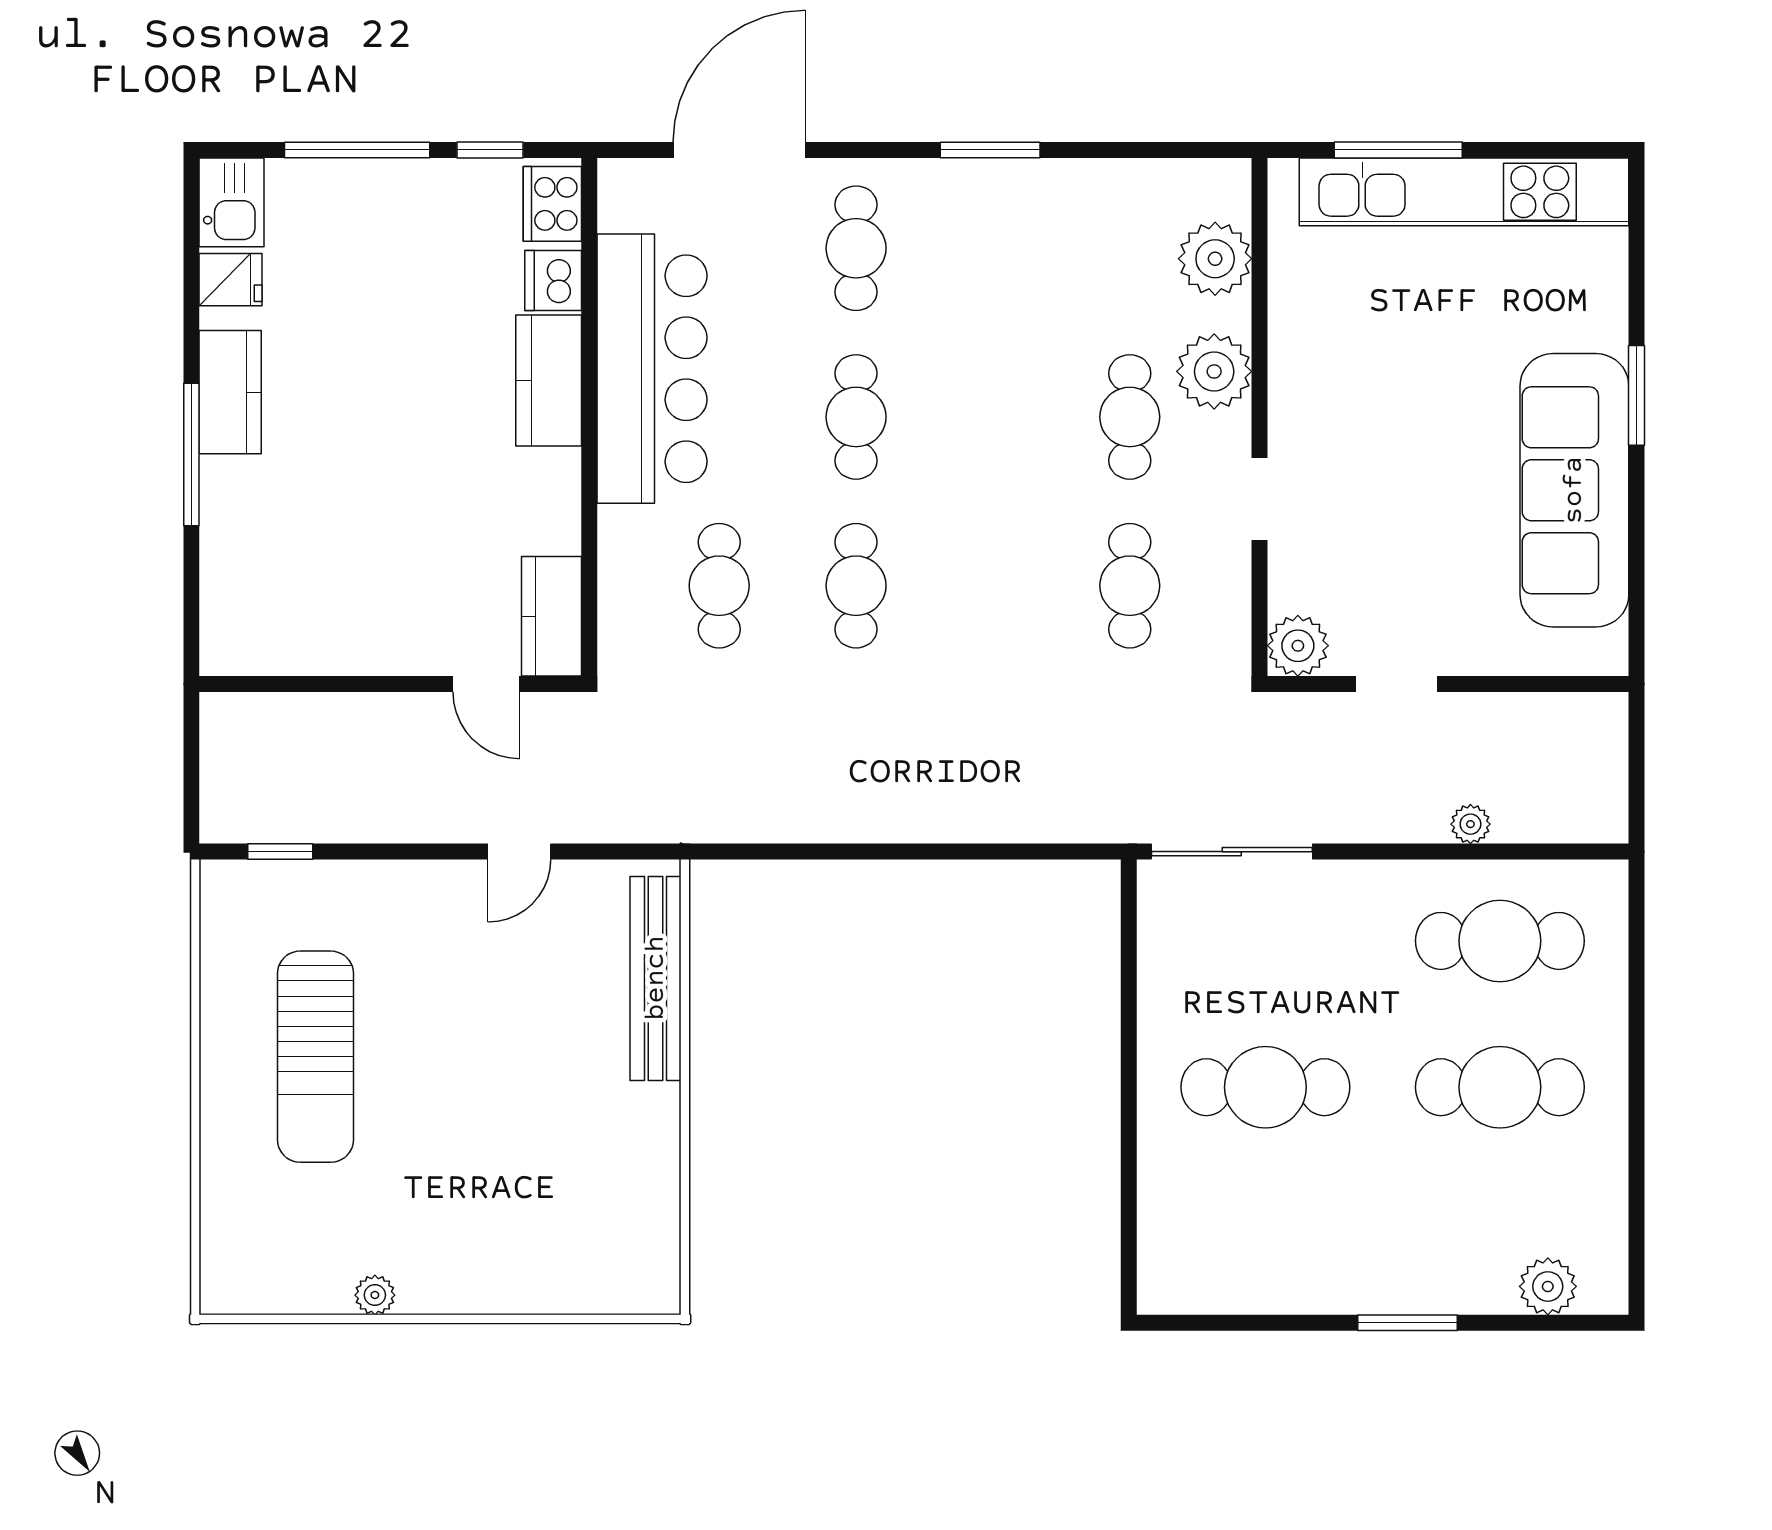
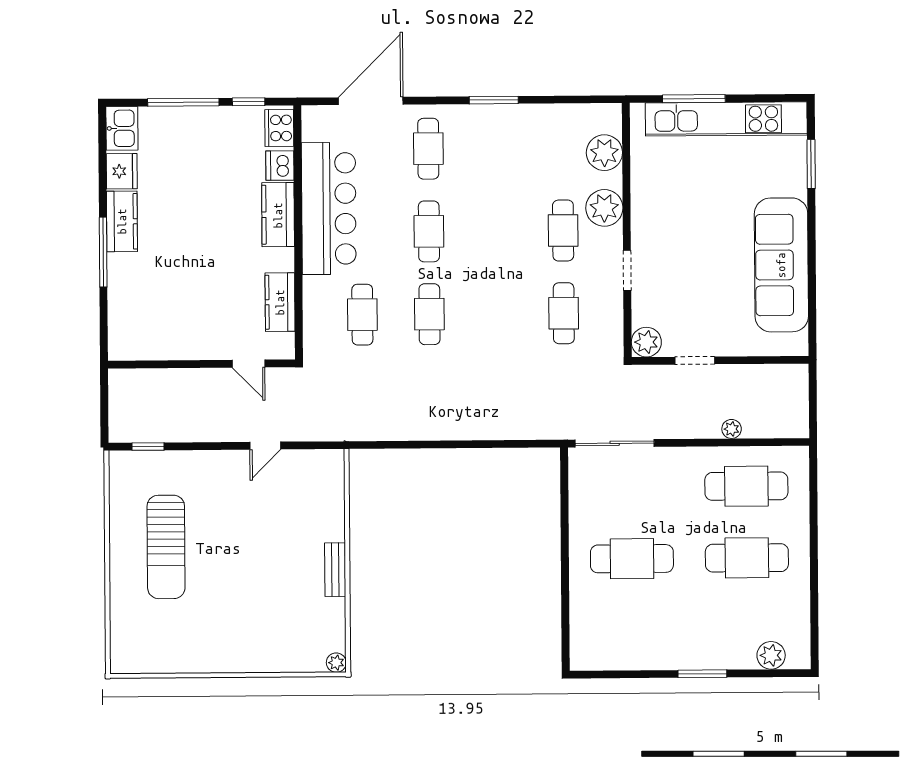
fridge: (230, 280) -> (122, 171), width x1.38
window: (1637, 395) -> (811, 164), moved
kitchen counter: (552, 616) -> (280, 302), moved
bench: (656, 978) -> (335, 570), moved, width x0.54, depth x0.82
plant: (375, 1295) -> (336, 663), moved

